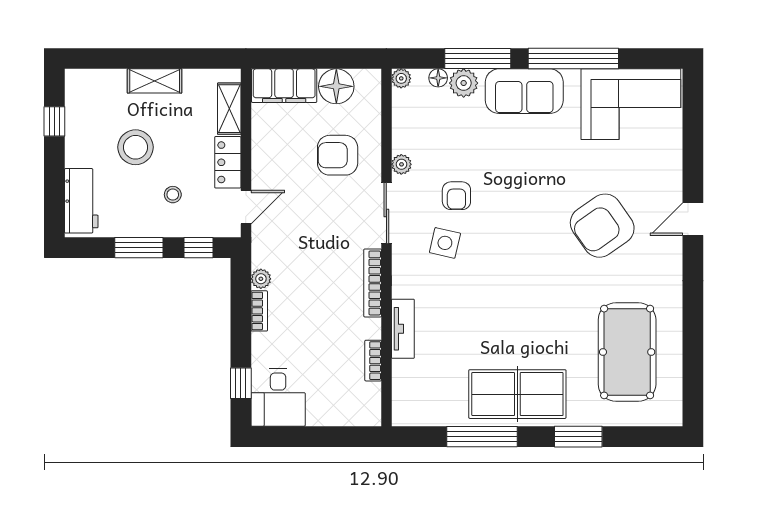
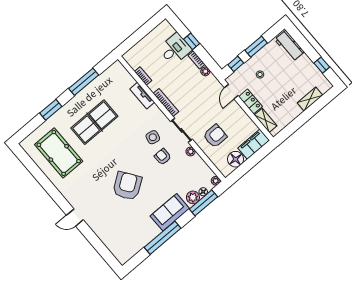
window: (478, 59) -> (203, 203), moved
shelving: (155, 81) -> (310, 99), moved
corner sofa: (631, 104) -> (130, 239), removed
stool: (136, 147) -> (287, 80), removed
door: (693, 219) -> (75, 218), swing flipped
armchair: (602, 226) -> (127, 186), moved
window: (241, 383) -> (192, 41), moved
table tennis table: (517, 394) -> (94, 122), moved
desk: (278, 397) -> (175, 49), moved, turned 90

